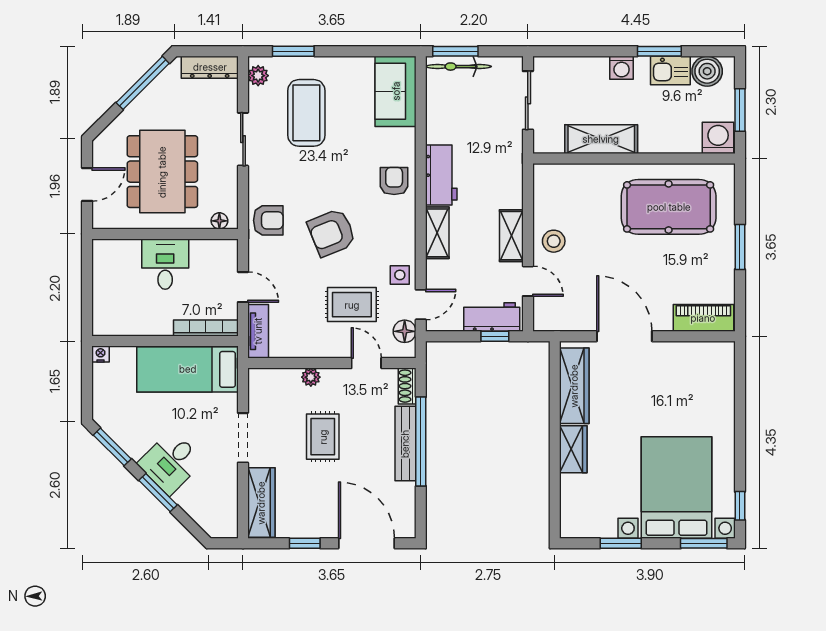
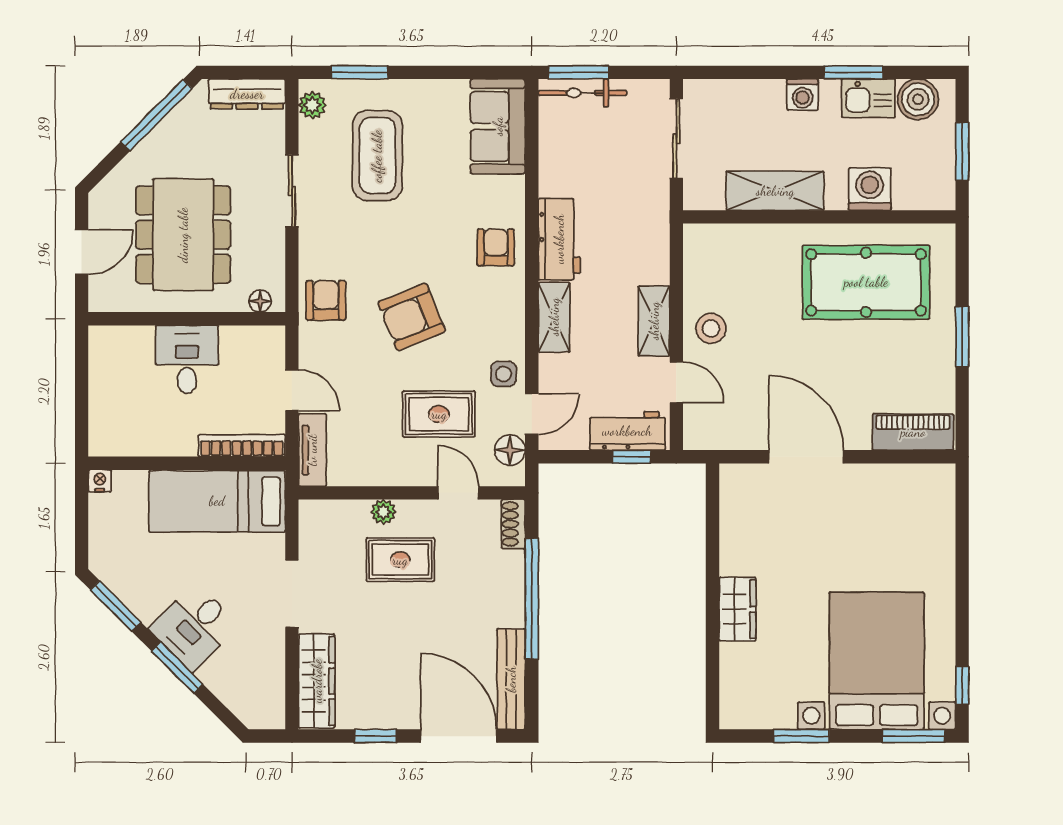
washing machine: (718, 138) -> (870, 189), moved
armchair: (268, 220) -> (326, 300), turned -90
wardrobe: (574, 386) -> (739, 524), removed
rug: (323, 437) -> (400, 560), moved, turned 90
bench: (405, 444) -> (511, 679), moved

